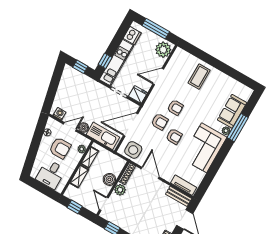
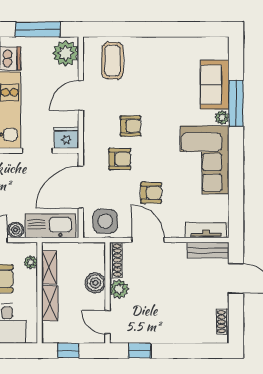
coffee table: (199, 77) -> (112, 61), moved
armchair: (174, 137) -> (151, 193), moved

